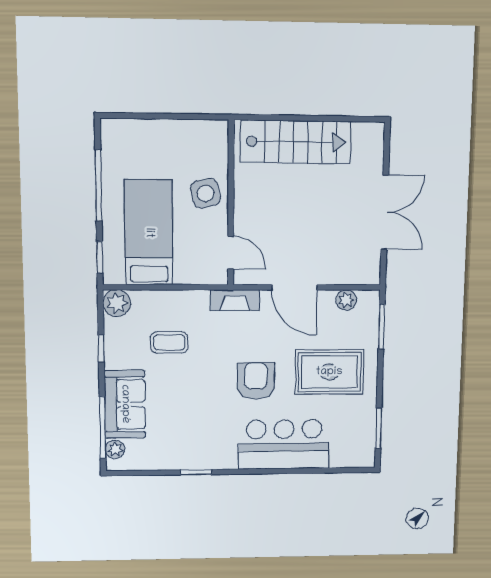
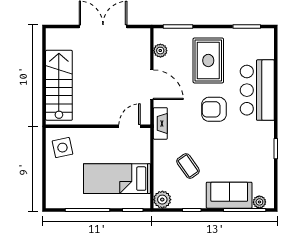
side table: (206, 193) -> (62, 148), moved
door: (294, 287) -> (152, 85), hinge flipped
coffee table: (169, 342) -> (188, 166), turned -35

